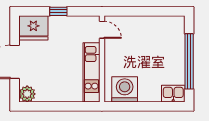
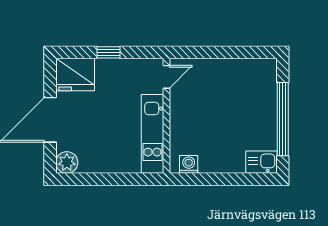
door: (102, 30) -> (166, 77), hinge flipped
washing machine: (125, 89) -> (189, 164), width x0.53, depth x0.53

